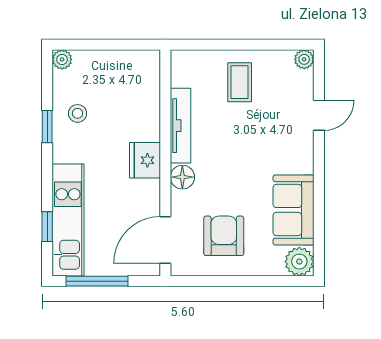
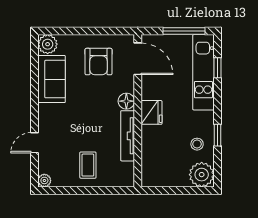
plant: (62, 59) -> (202, 175), width x1.87, depth x1.87
door: (165, 240) -> (138, 59), hinge flipped

